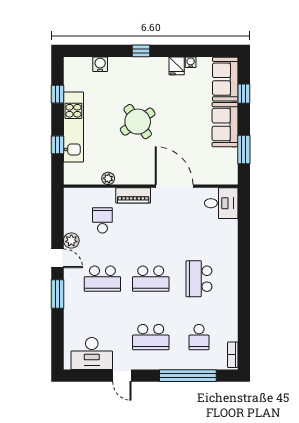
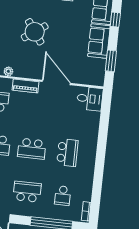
school desk: (199, 279) -> (67, 153), turned 180
school desk: (151, 337) -> (27, 192), turned 180

